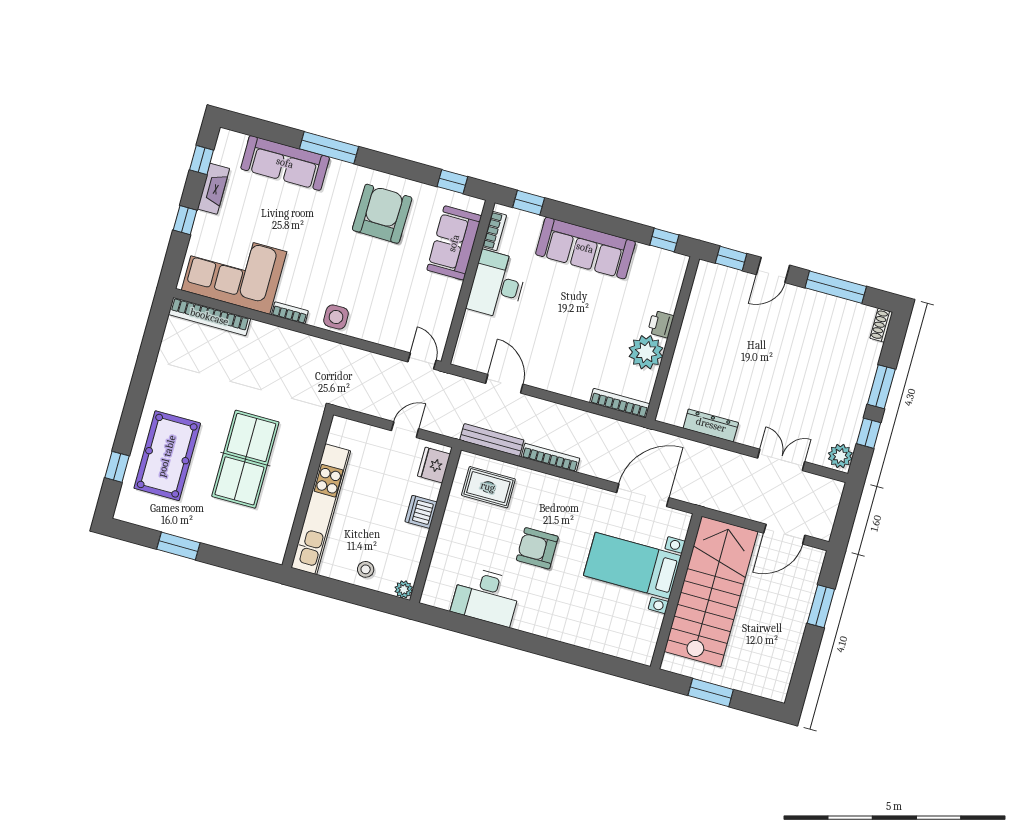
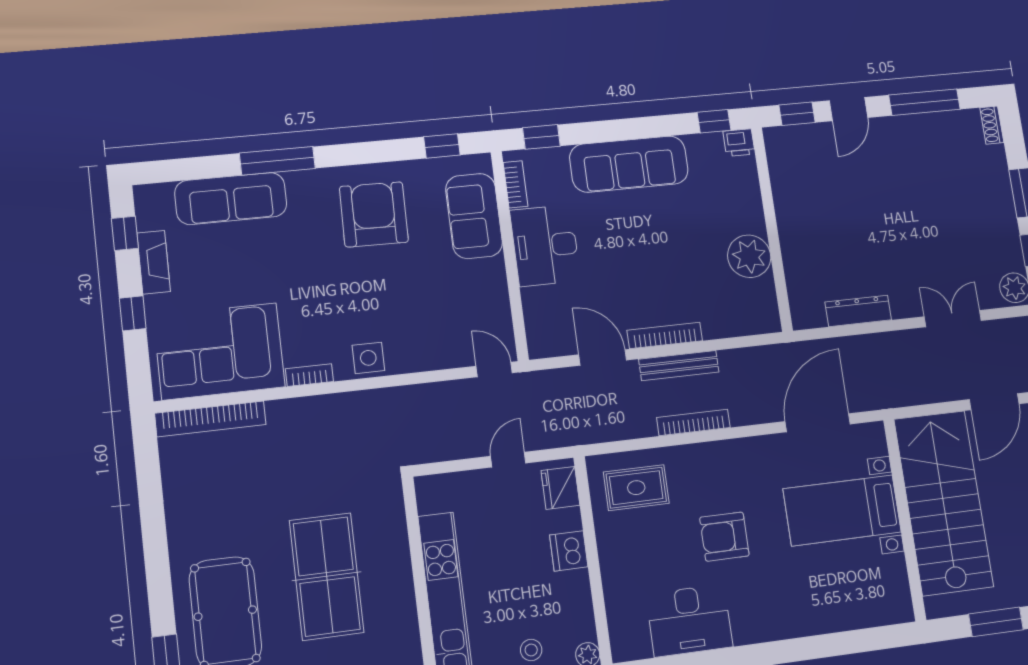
printer: (661, 324) -> (739, 143), moved, turned -90
bookcase: (620, 403) -> (665, 335), moved
bench: (492, 440) -> (679, 366), moved

